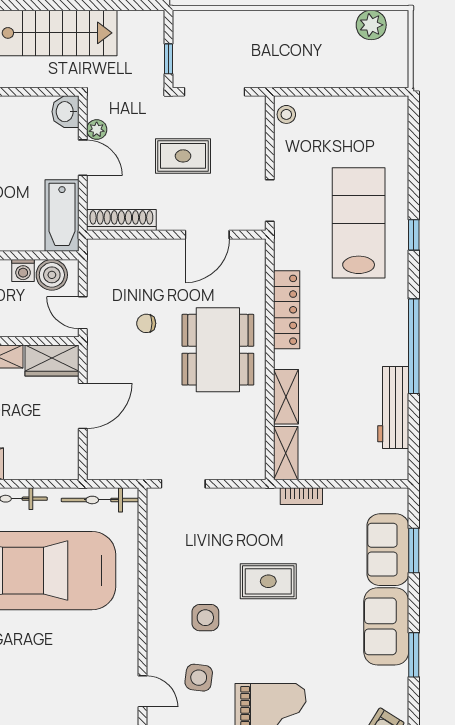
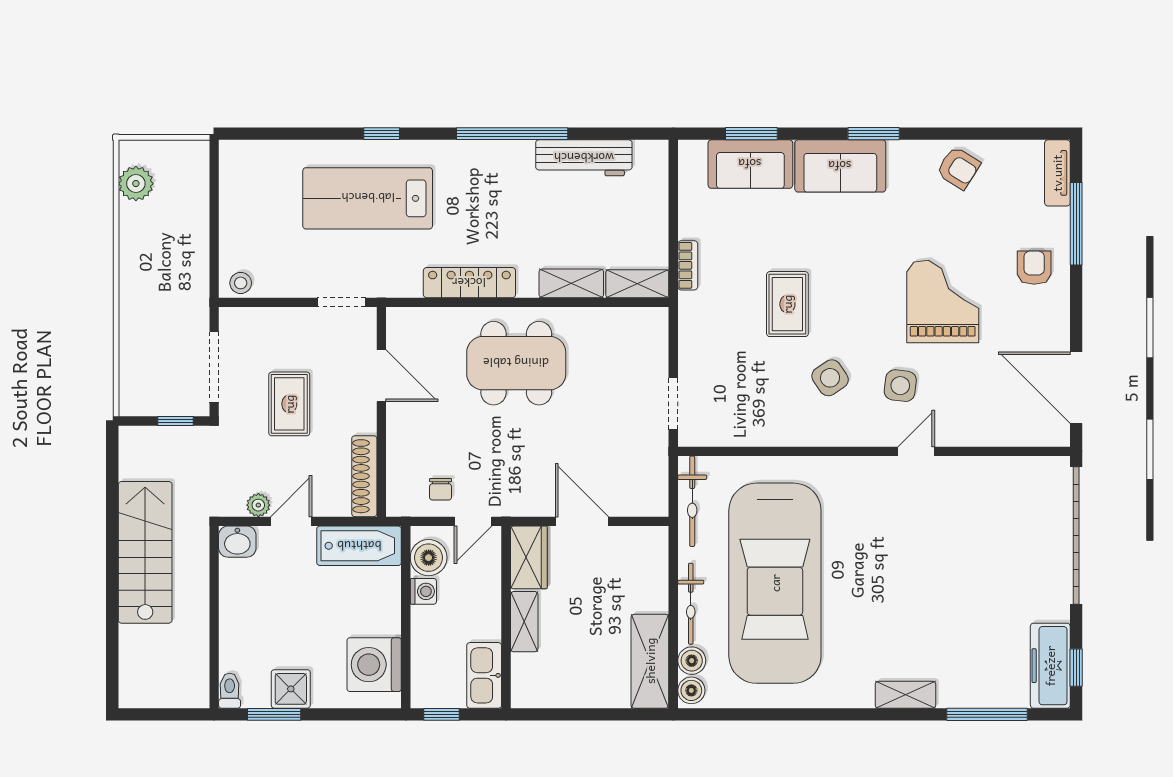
chair: (146, 323) -> (441, 489), moved
side table: (205, 618) -> (830, 378), turned -34

